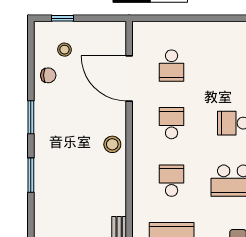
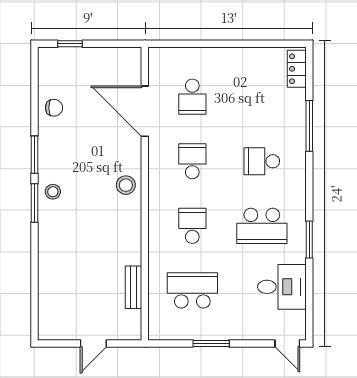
stool: (64, 50) -> (53, 192), moved
window: (31, 175) -> (34, 203), moved

